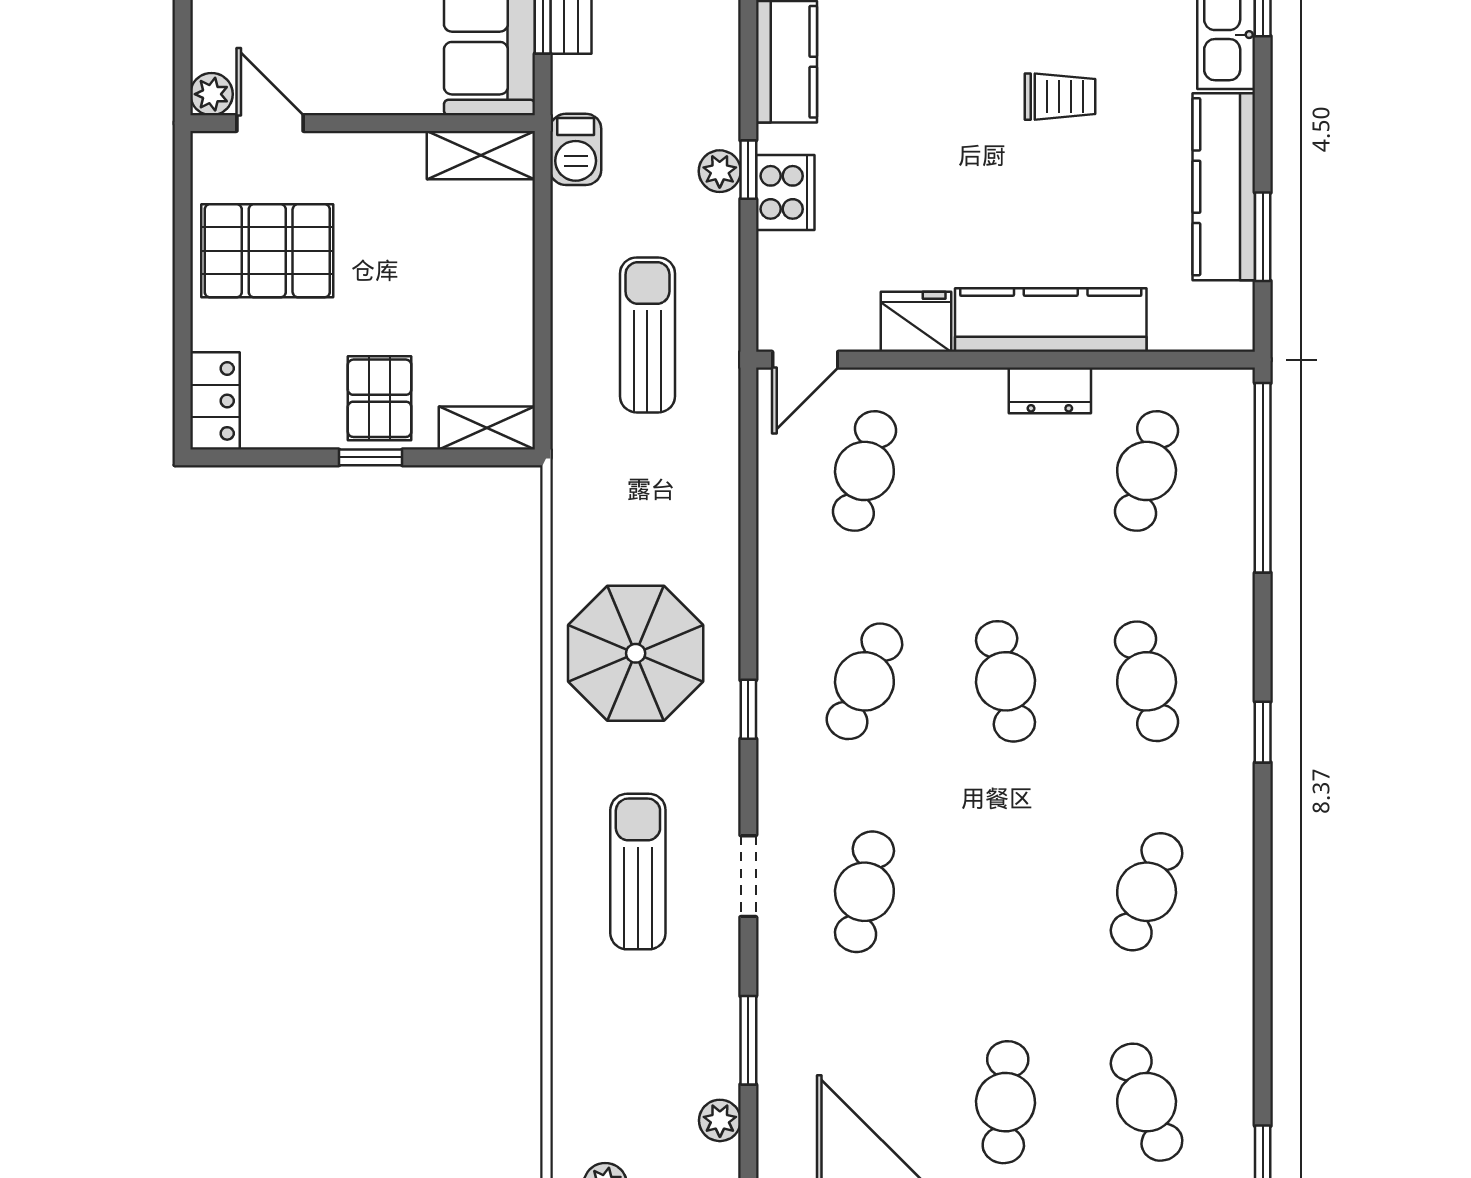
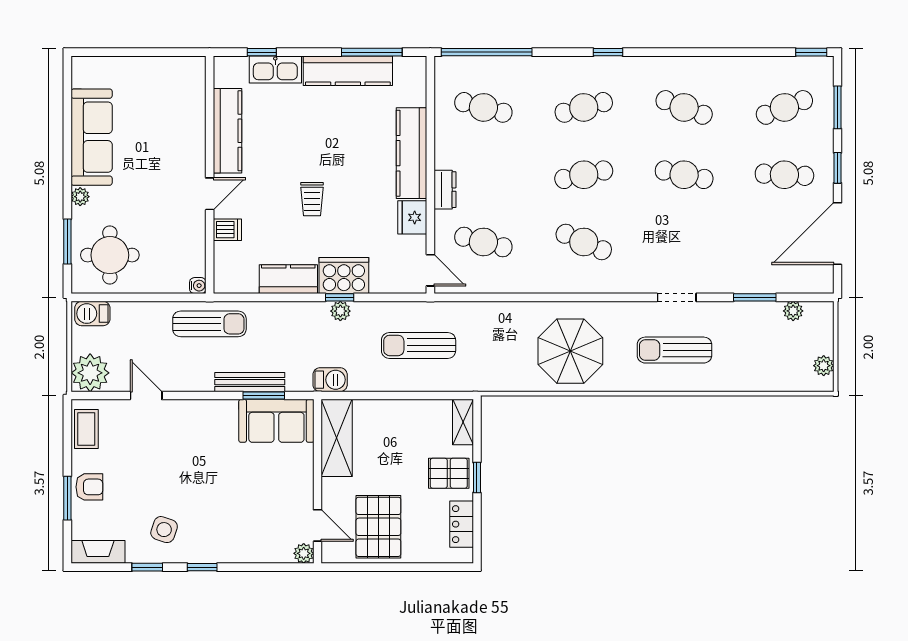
trolley: (1060, 97) -> (312, 199), moved, turned 180
door: (270, 123) -> (318, 525), swing flipped
shelving: (481, 155) -> (337, 438), width x1.50, depth x1.33
cooker: (785, 192) -> (344, 276), width x1.37, depth x1.31
window: (1263, 237) -> (372, 52), width x1.44
dresser: (1050, 390) -> (445, 190), moved
locker: (215, 401) -> (462, 524), moved, turned -90
window: (748, 709) -> (597, 297), removed
cafe table: (864, 892) -> (684, 175), moved

